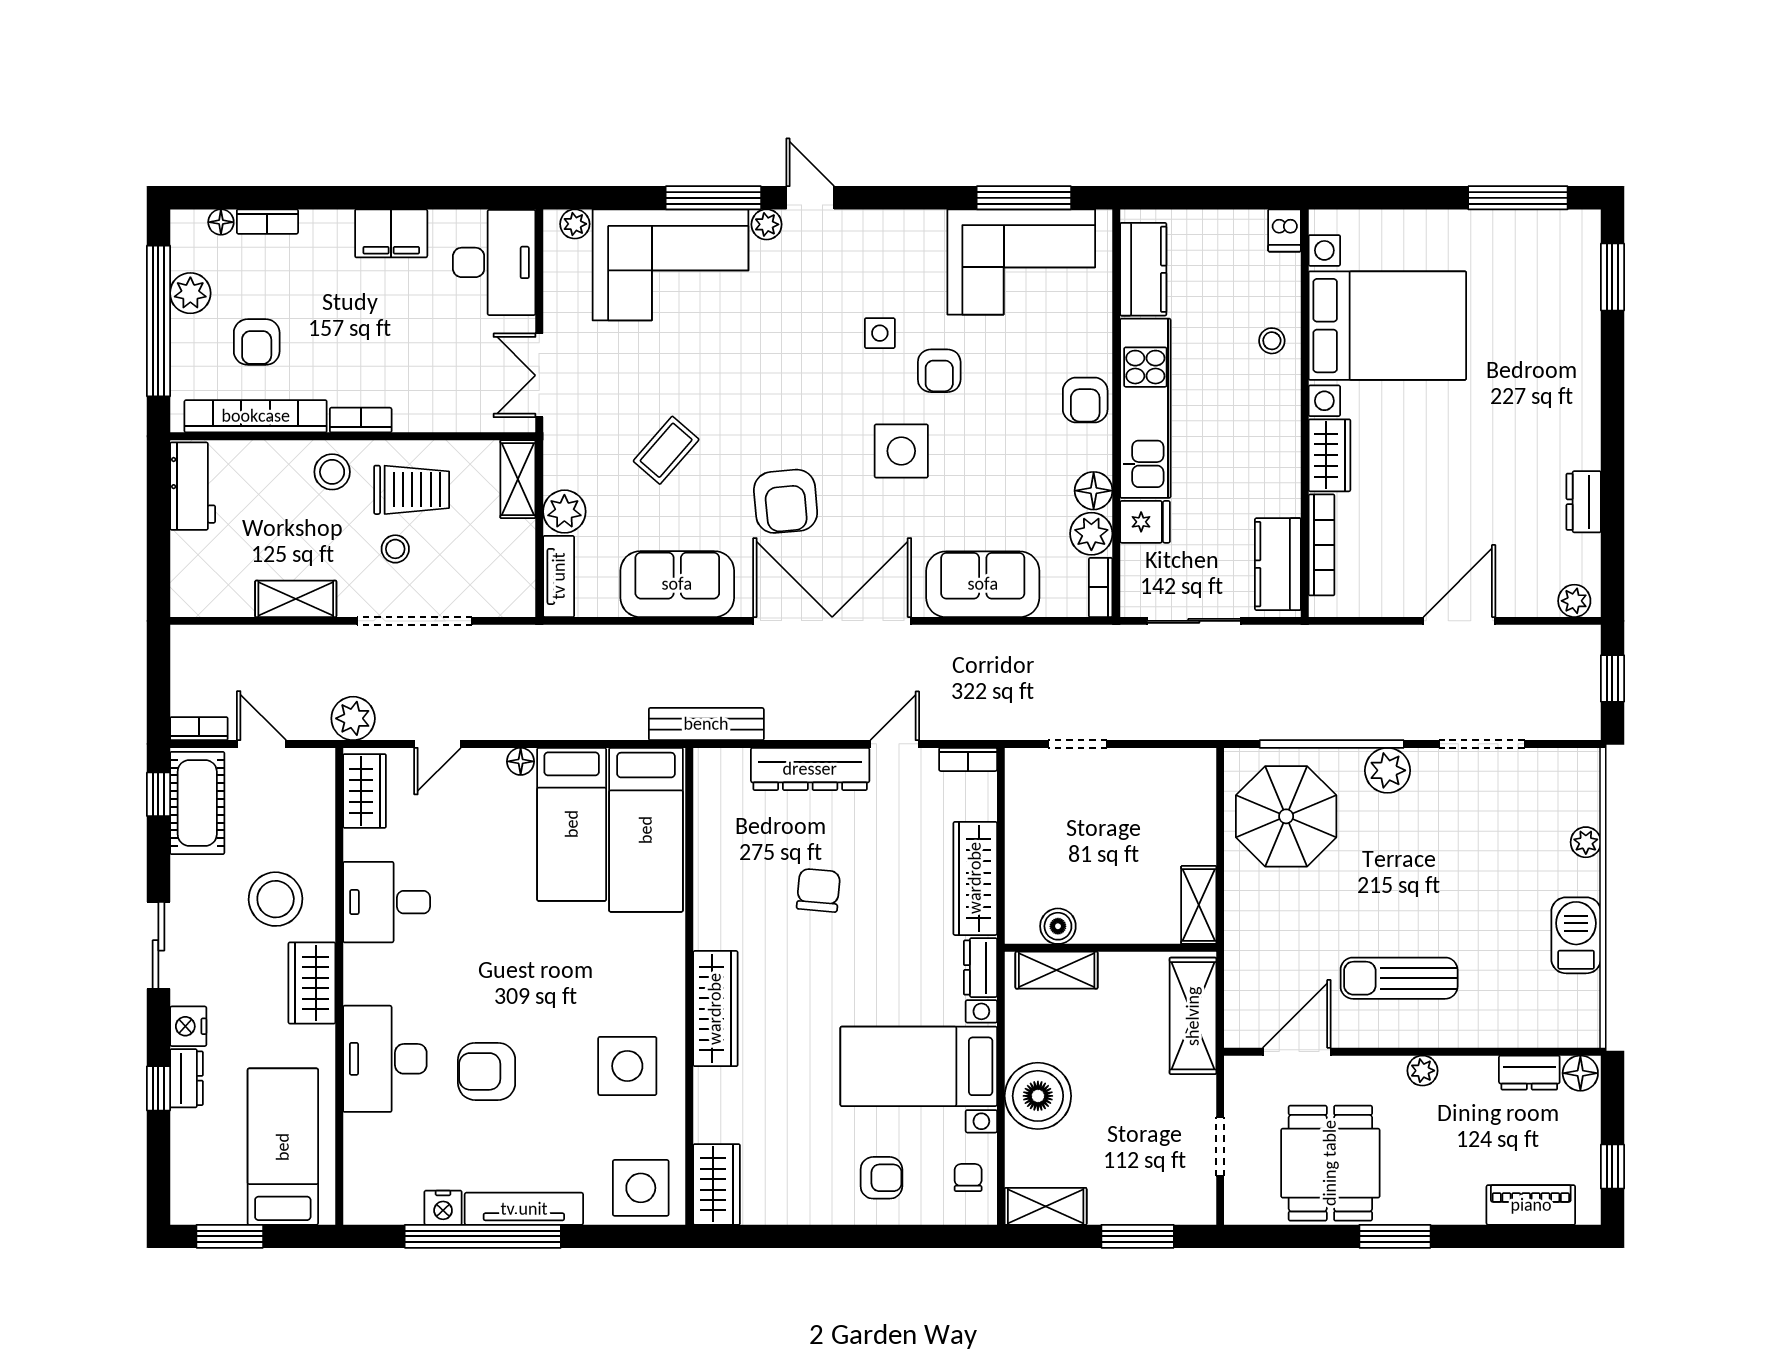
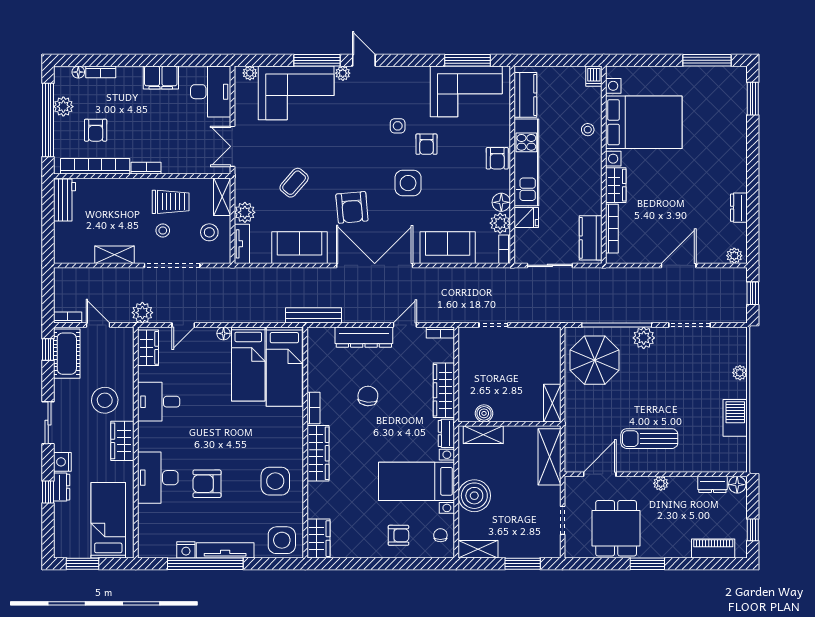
stool: (332, 472) -> (209, 232), moved
bookcase: (706, 915) -> (314, 408), added

